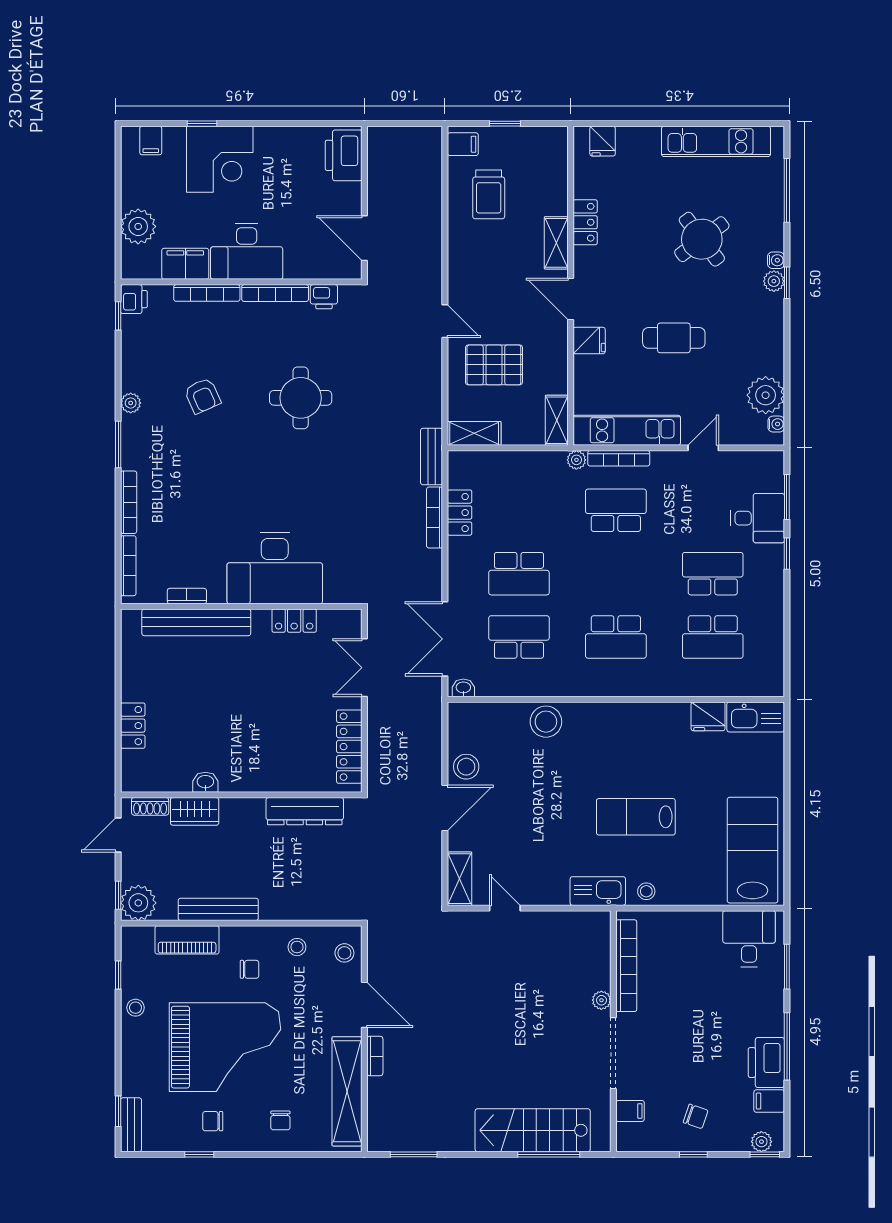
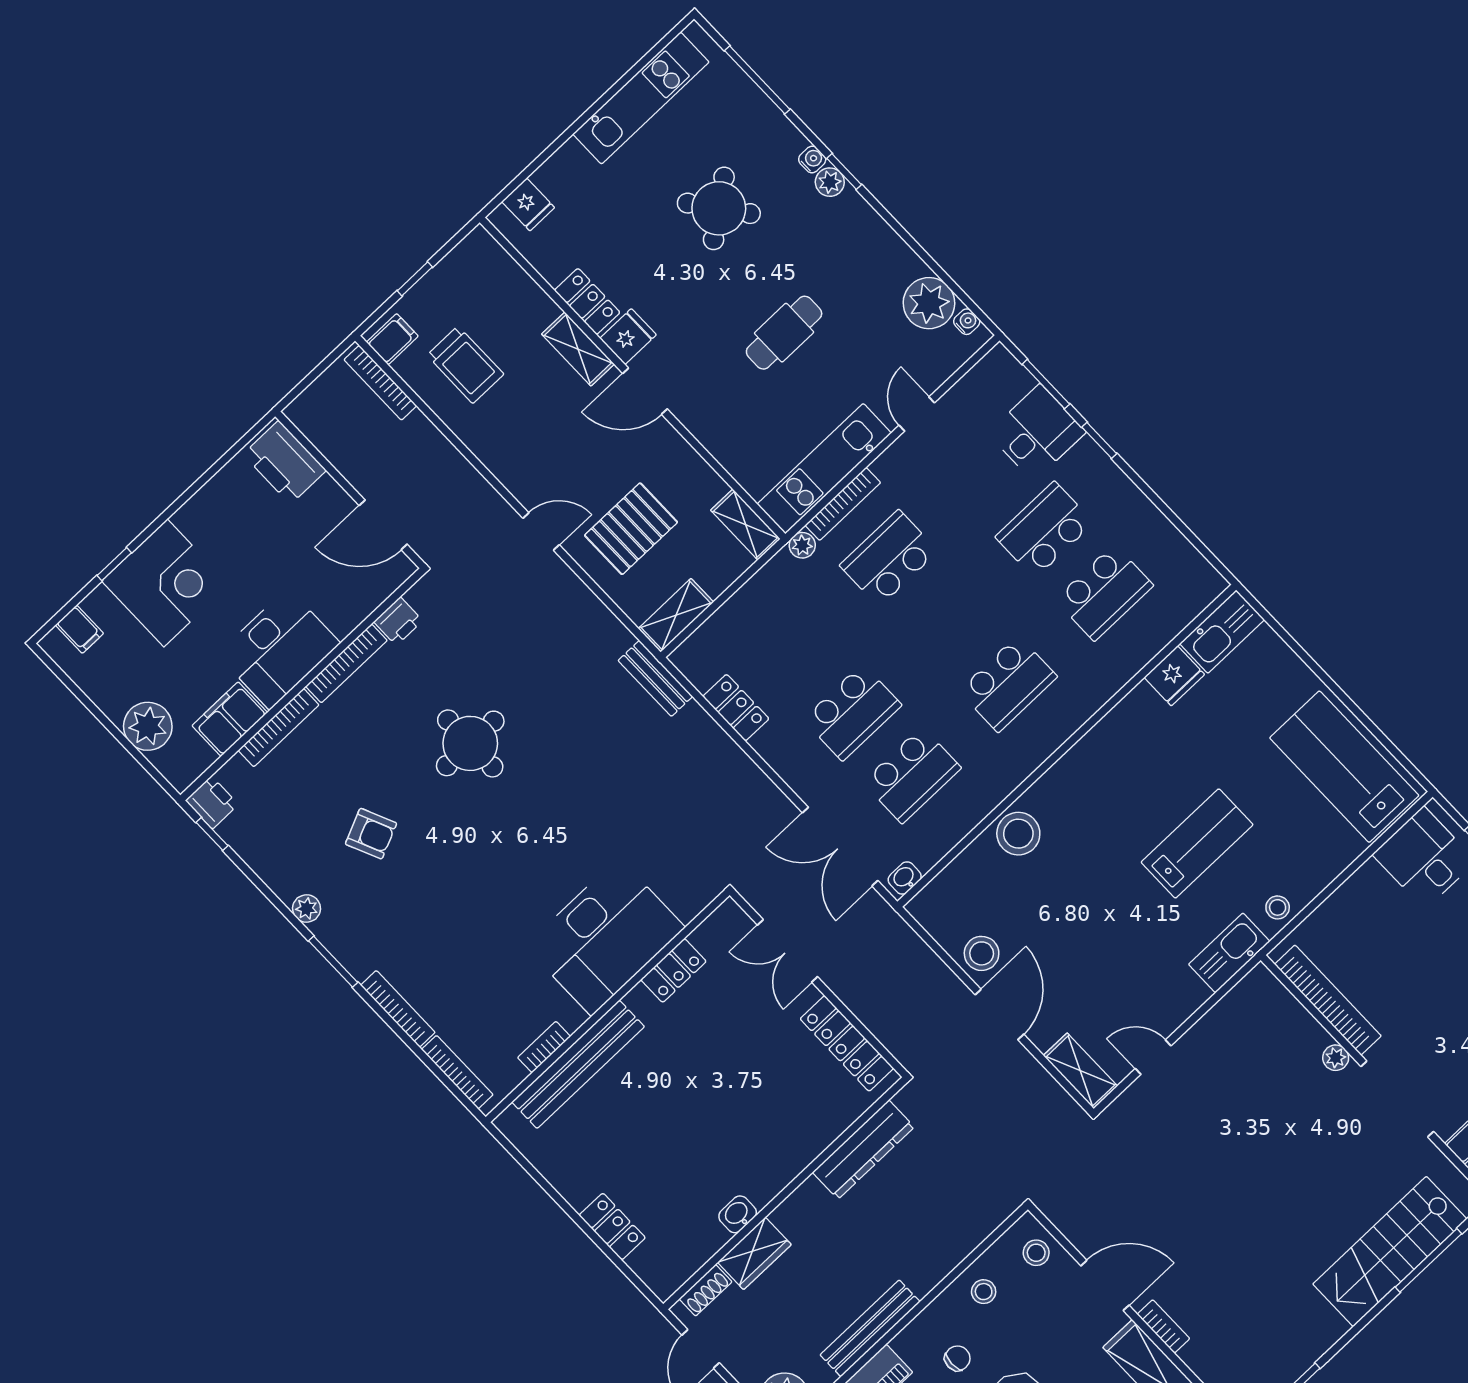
fridge: (589, 341) -> (628, 337), moved
bookcase: (435, 518) -> (380, 383), moved
school desk: (519, 637) -> (912, 775), turned 180
lab bench: (636, 817) -> (1197, 843), turned 180

